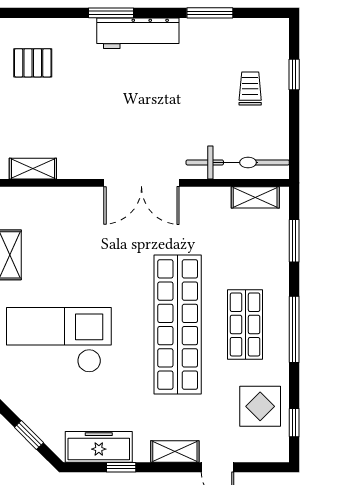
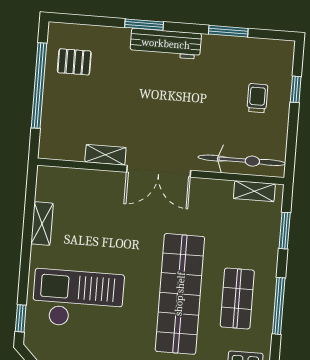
shelving: (33, 169) -> (105, 155), moved

